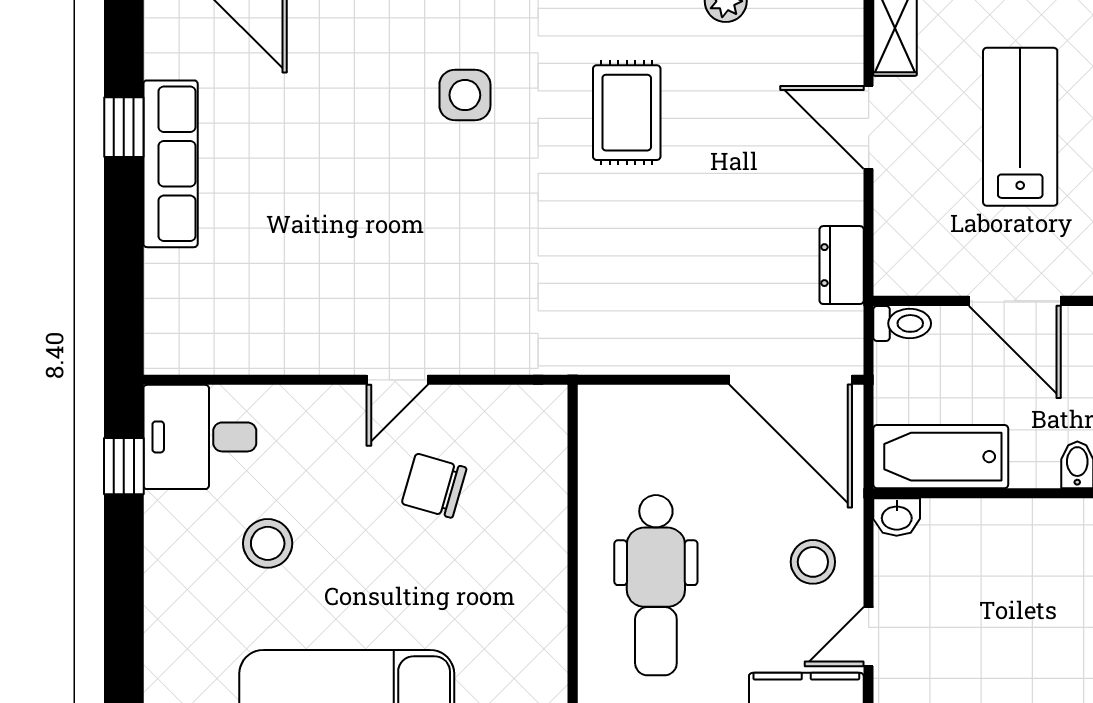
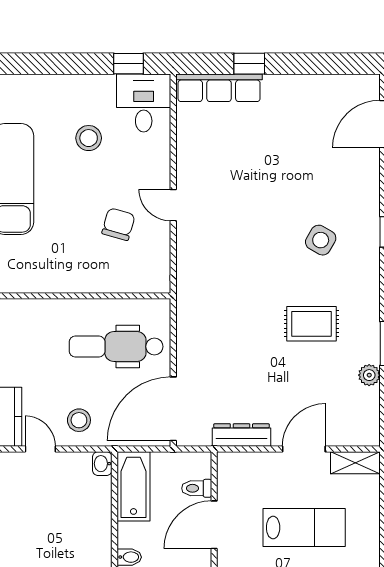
side table: (465, 95) -> (321, 240), turned 30
window: (124, 127) -> (249, 64), moved
row of seats: (171, 164) -> (219, 88), moved
dresser: (842, 265) -> (241, 435), width x1.44
toilet: (902, 323) -> (197, 488), moved, turned 90
dental chair: (656, 585) -> (116, 347), moved

